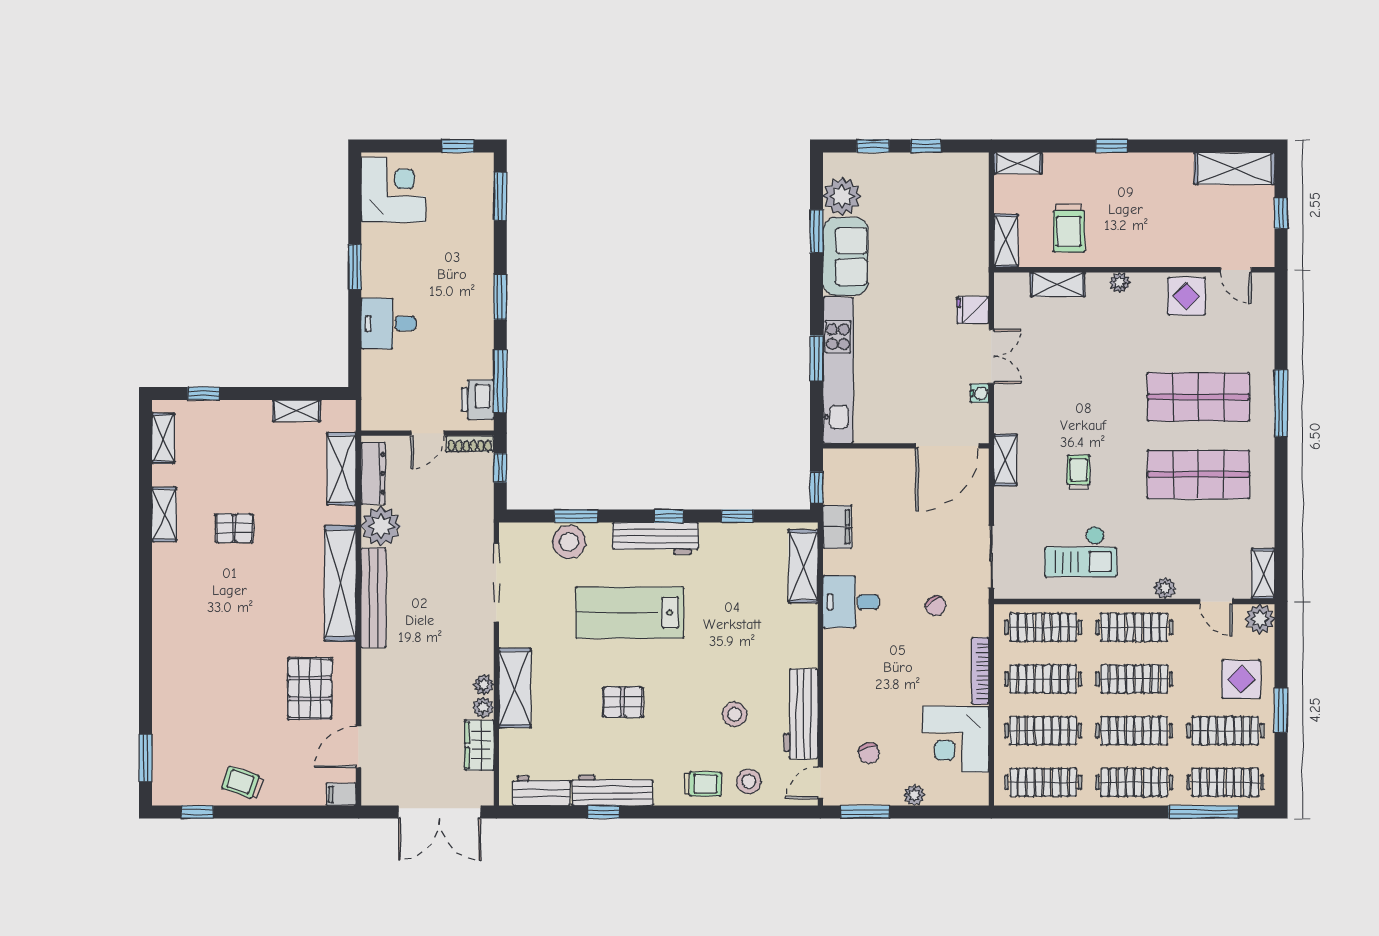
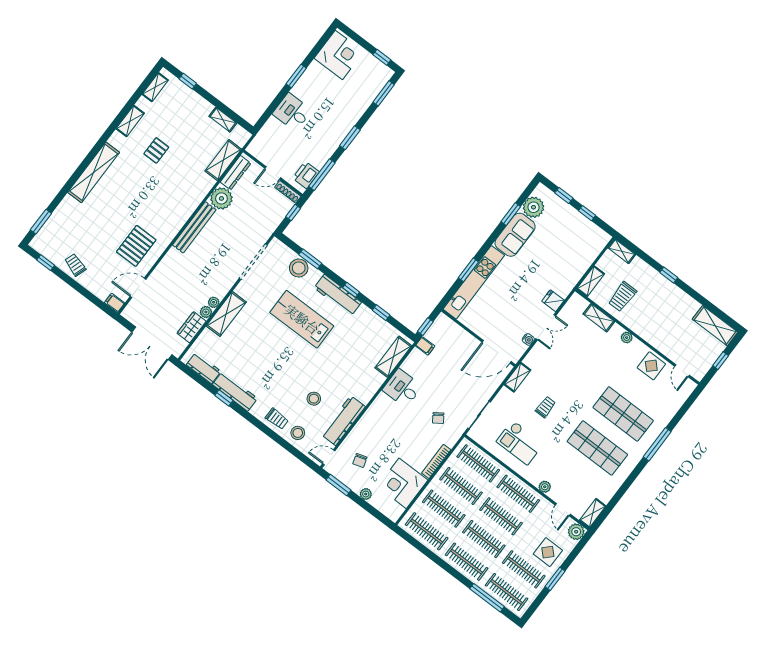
filing cabinet: (837, 527) -> (425, 346), width x0.50
pallet: (234, 528) -> (156, 150), turned 90
shelving: (340, 583) -> (94, 172), moved
pallet: (623, 702) -> (269, 356), removed

